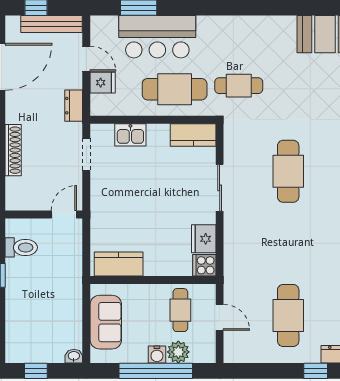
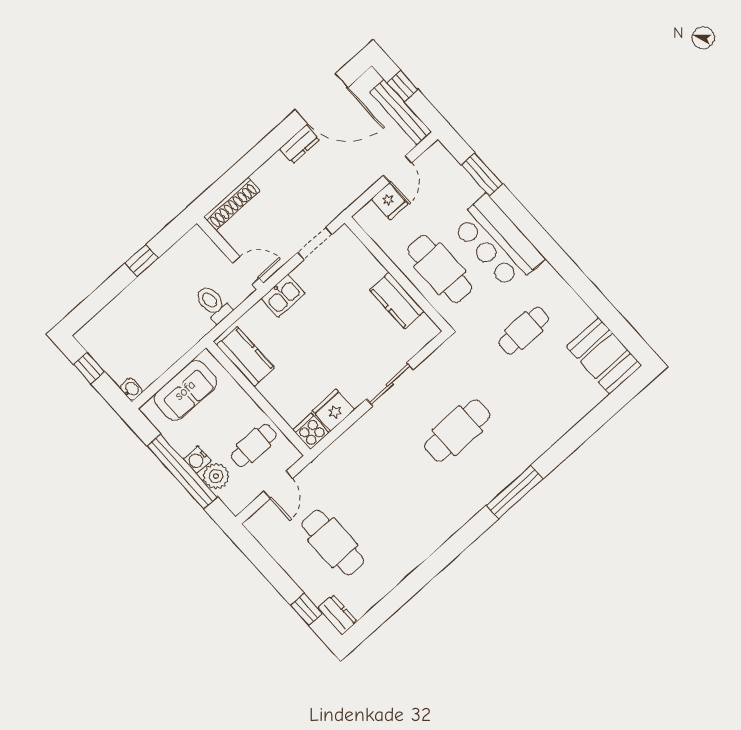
bar counter: (157, 37) -> (498, 242), moved
cafe table: (239, 86) -> (524, 331), moved, turned 90
dresser: (74, 106) -> (300, 144), moved, turned 180
kitchen sink: (130, 135) -> (283, 296), moved, turned -90
kitchen counter: (193, 135) -> (397, 301), moved
shoe rack: (13, 150) -> (232, 204), moved
toilet: (21, 247) -> (213, 304), moved, turned 180
cafe table: (288, 315) -> (333, 543), turned 90

